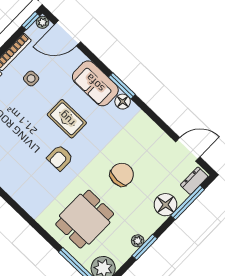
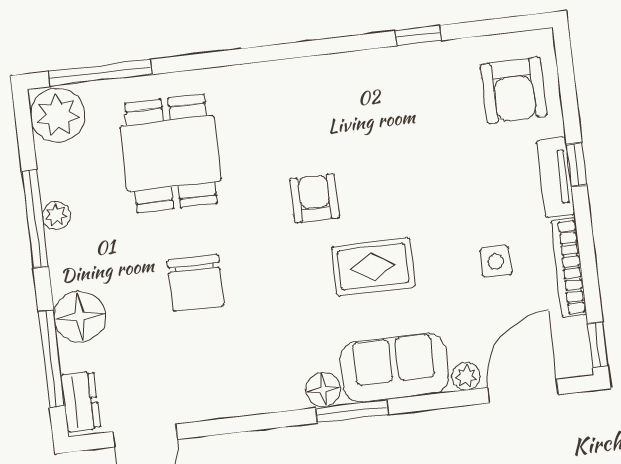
plant: (42, 22) -> (466, 376), moved
window: (145, 247) -> (35, 219), width x1.44

